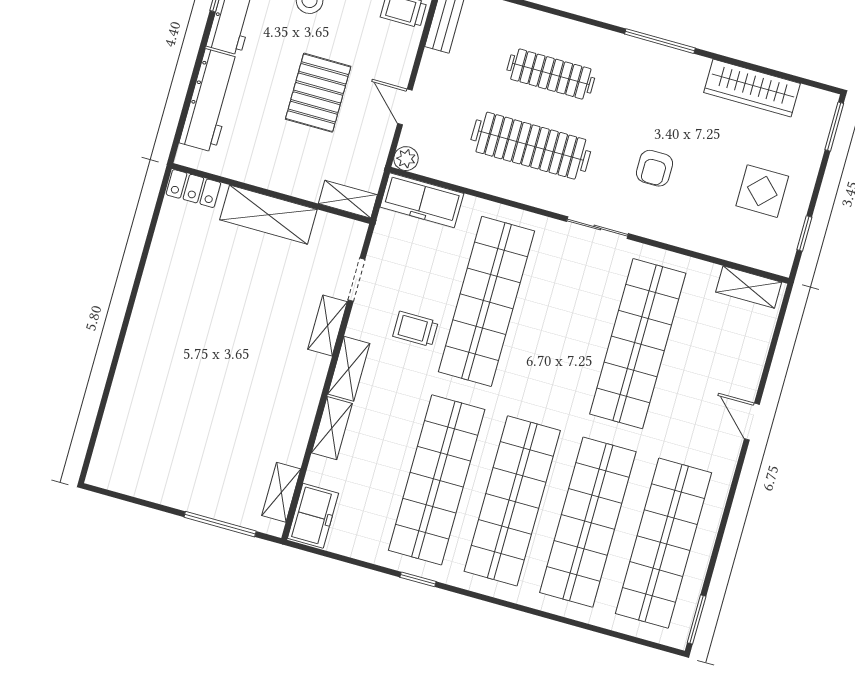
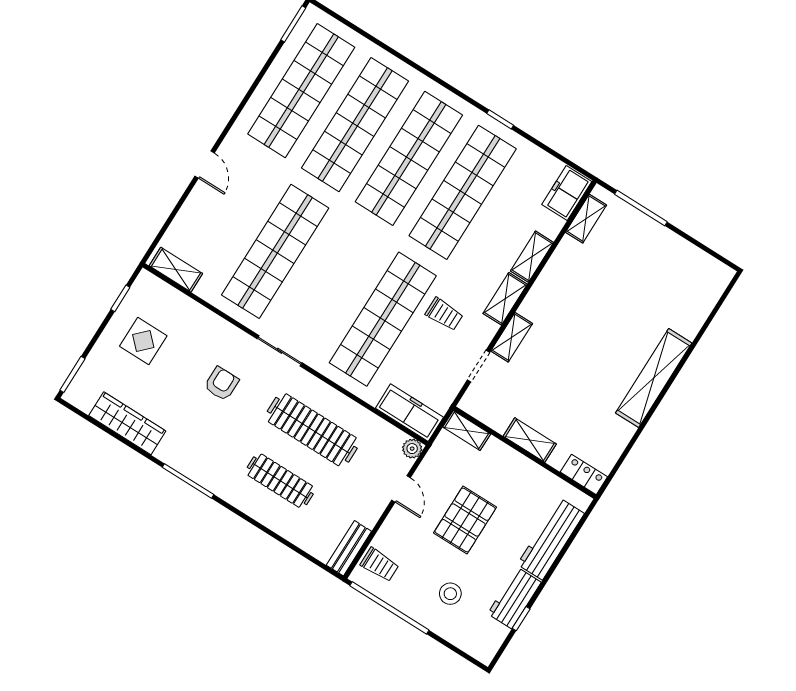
shelving: (268, 215) -> (530, 440), width x0.67, depth x0.75
shelving: (145, 327) -> (654, 378), added

